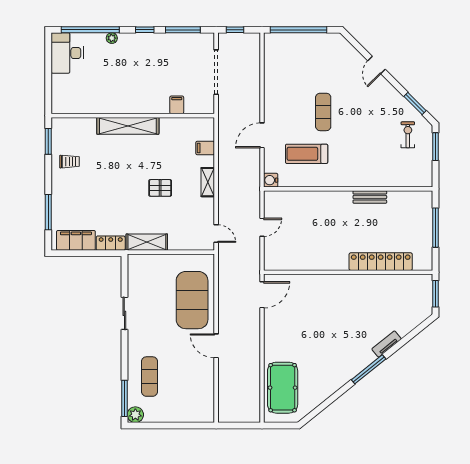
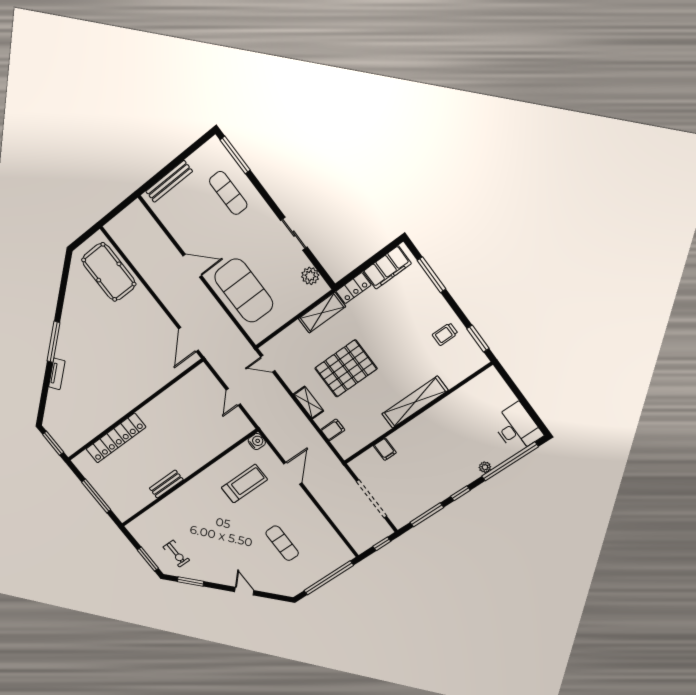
exercise mat: (323, 112) -> (282, 543), moved
pallet: (160, 188) -> (346, 368), width x2.05, depth x2.00
plant: (135, 415) -> (310, 276), moved
bench: (186, 416) -> (169, 181), added

